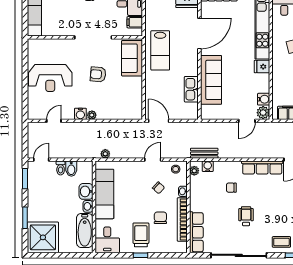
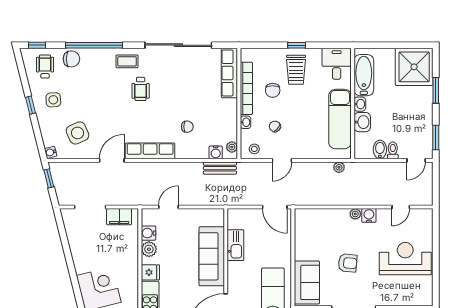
plant: (263, 113) -> (149, 249), moved
wheelchair: (246, 216) -> (141, 89), moved

